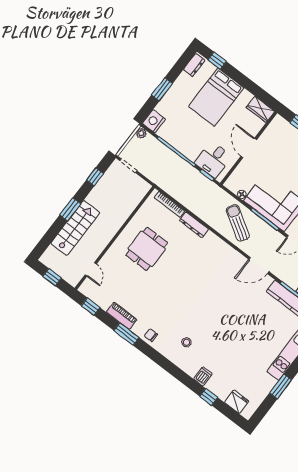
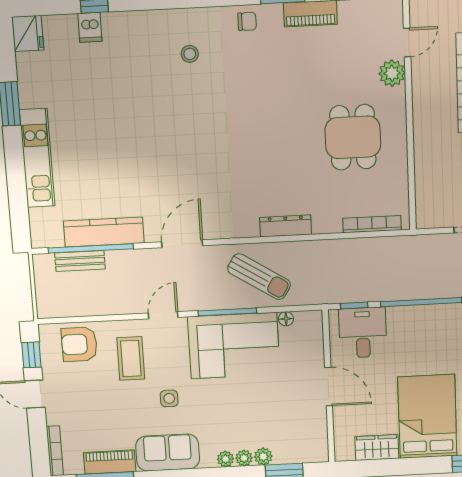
wardrobe: (261, 109) -> (377, 447), moved
dresser: (194, 225) -> (286, 226), moved
plant: (108, 262) -> (392, 73), added
door: (91, 269) -> (407, 42), swing flipped
dishwasher: (203, 376) -> (90, 27), moved
fridge: (237, 402) -> (28, 33), moved, turned -90

